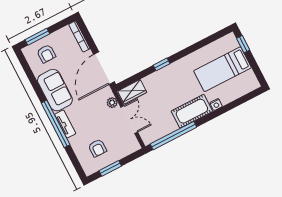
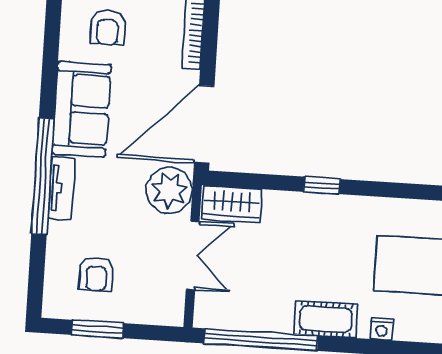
plant: (112, 103) -> (169, 190), width x1.88, depth x1.88
cot: (192, 111) -> (326, 319), width x0.73, depth x0.75

